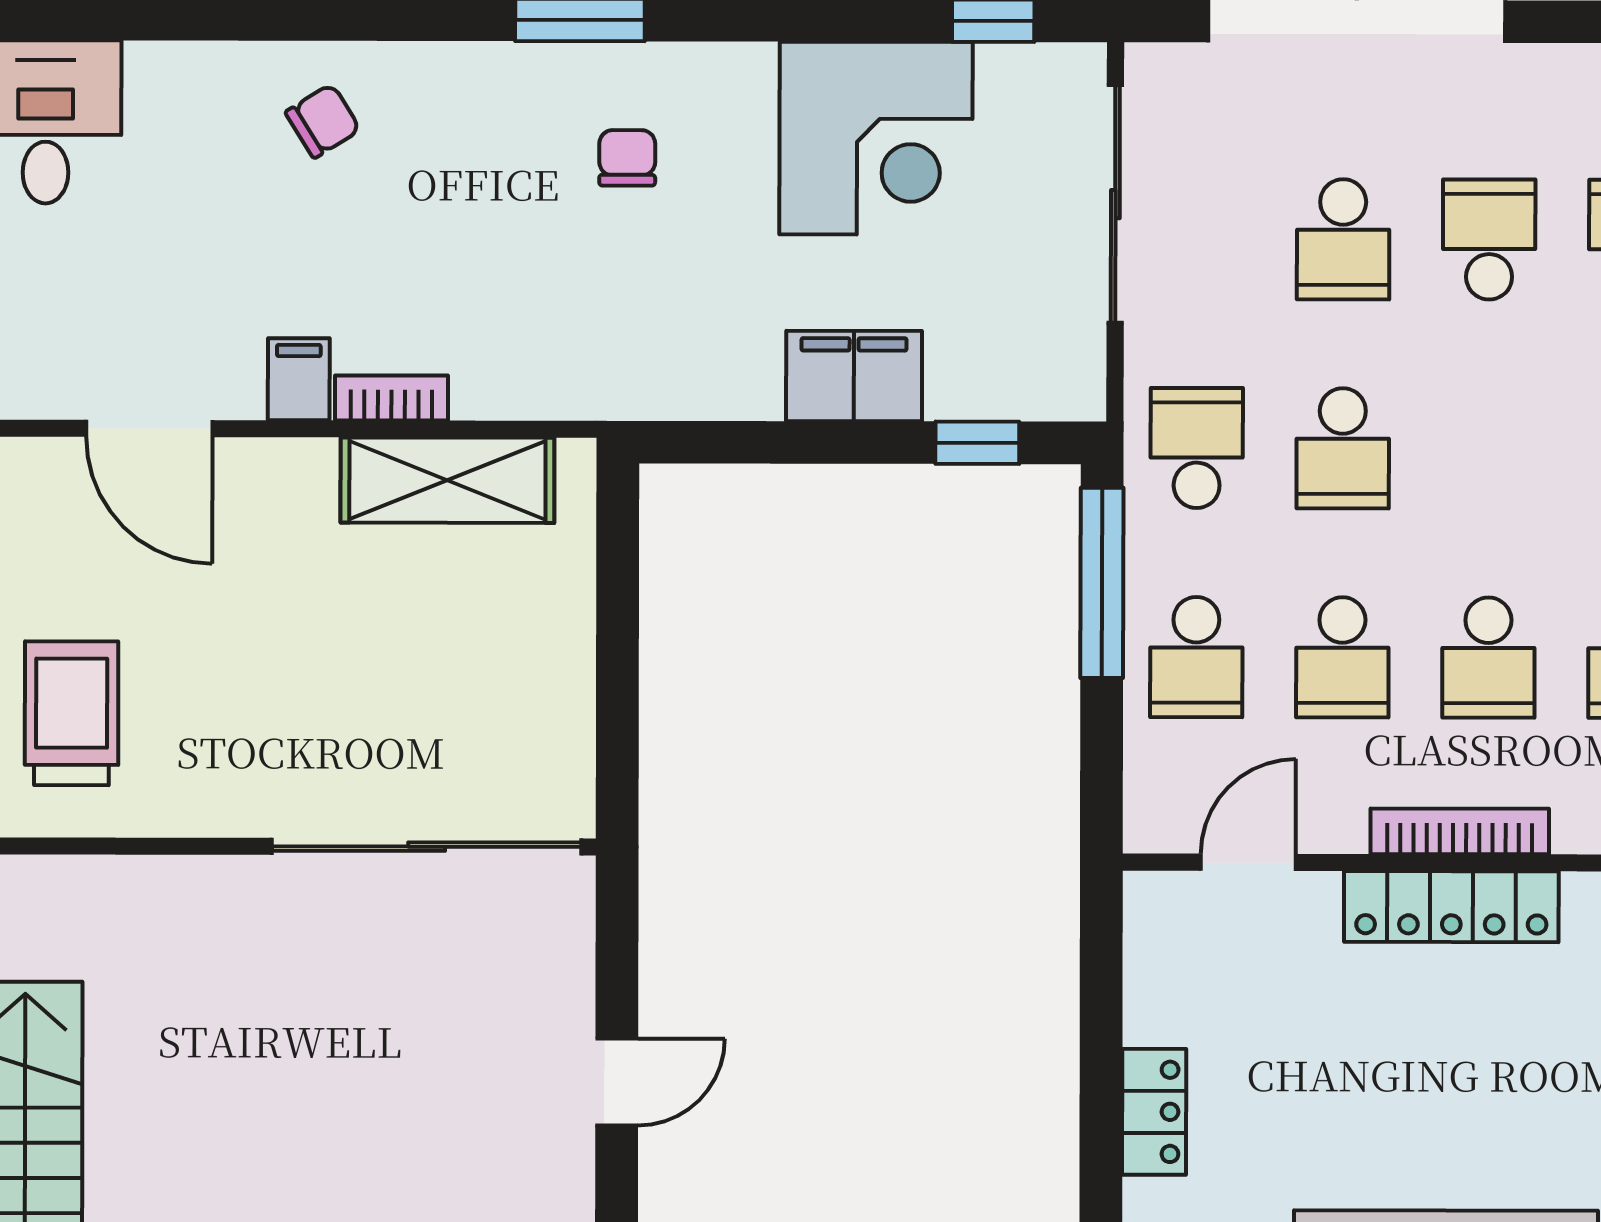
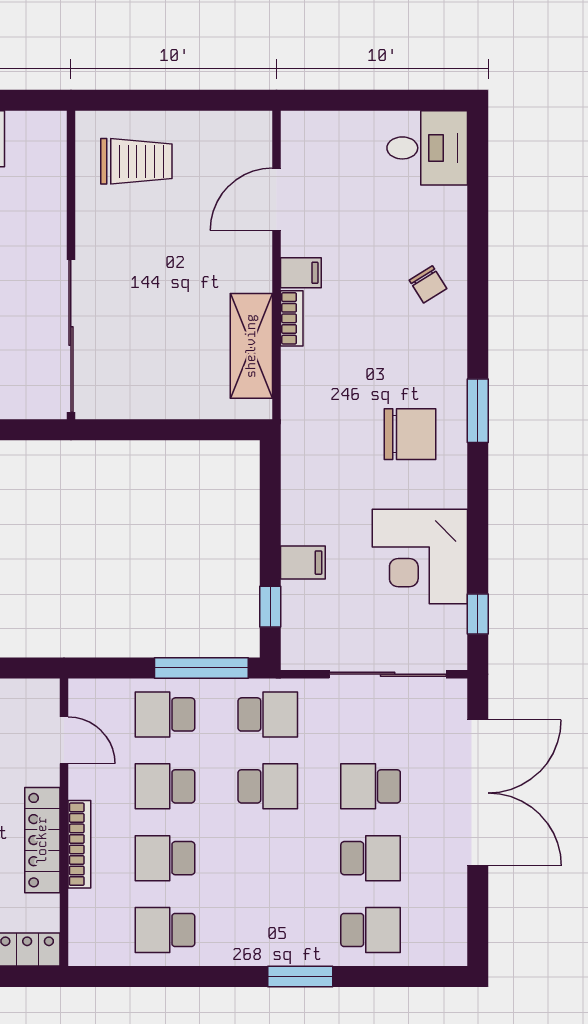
chair: (627, 158) -> (410, 434), width x1.87, depth x1.87
filing cabinet: (854, 376) -> (303, 563), width x0.50
school desk: (1343, 448) -> (268, 786), turned 180

